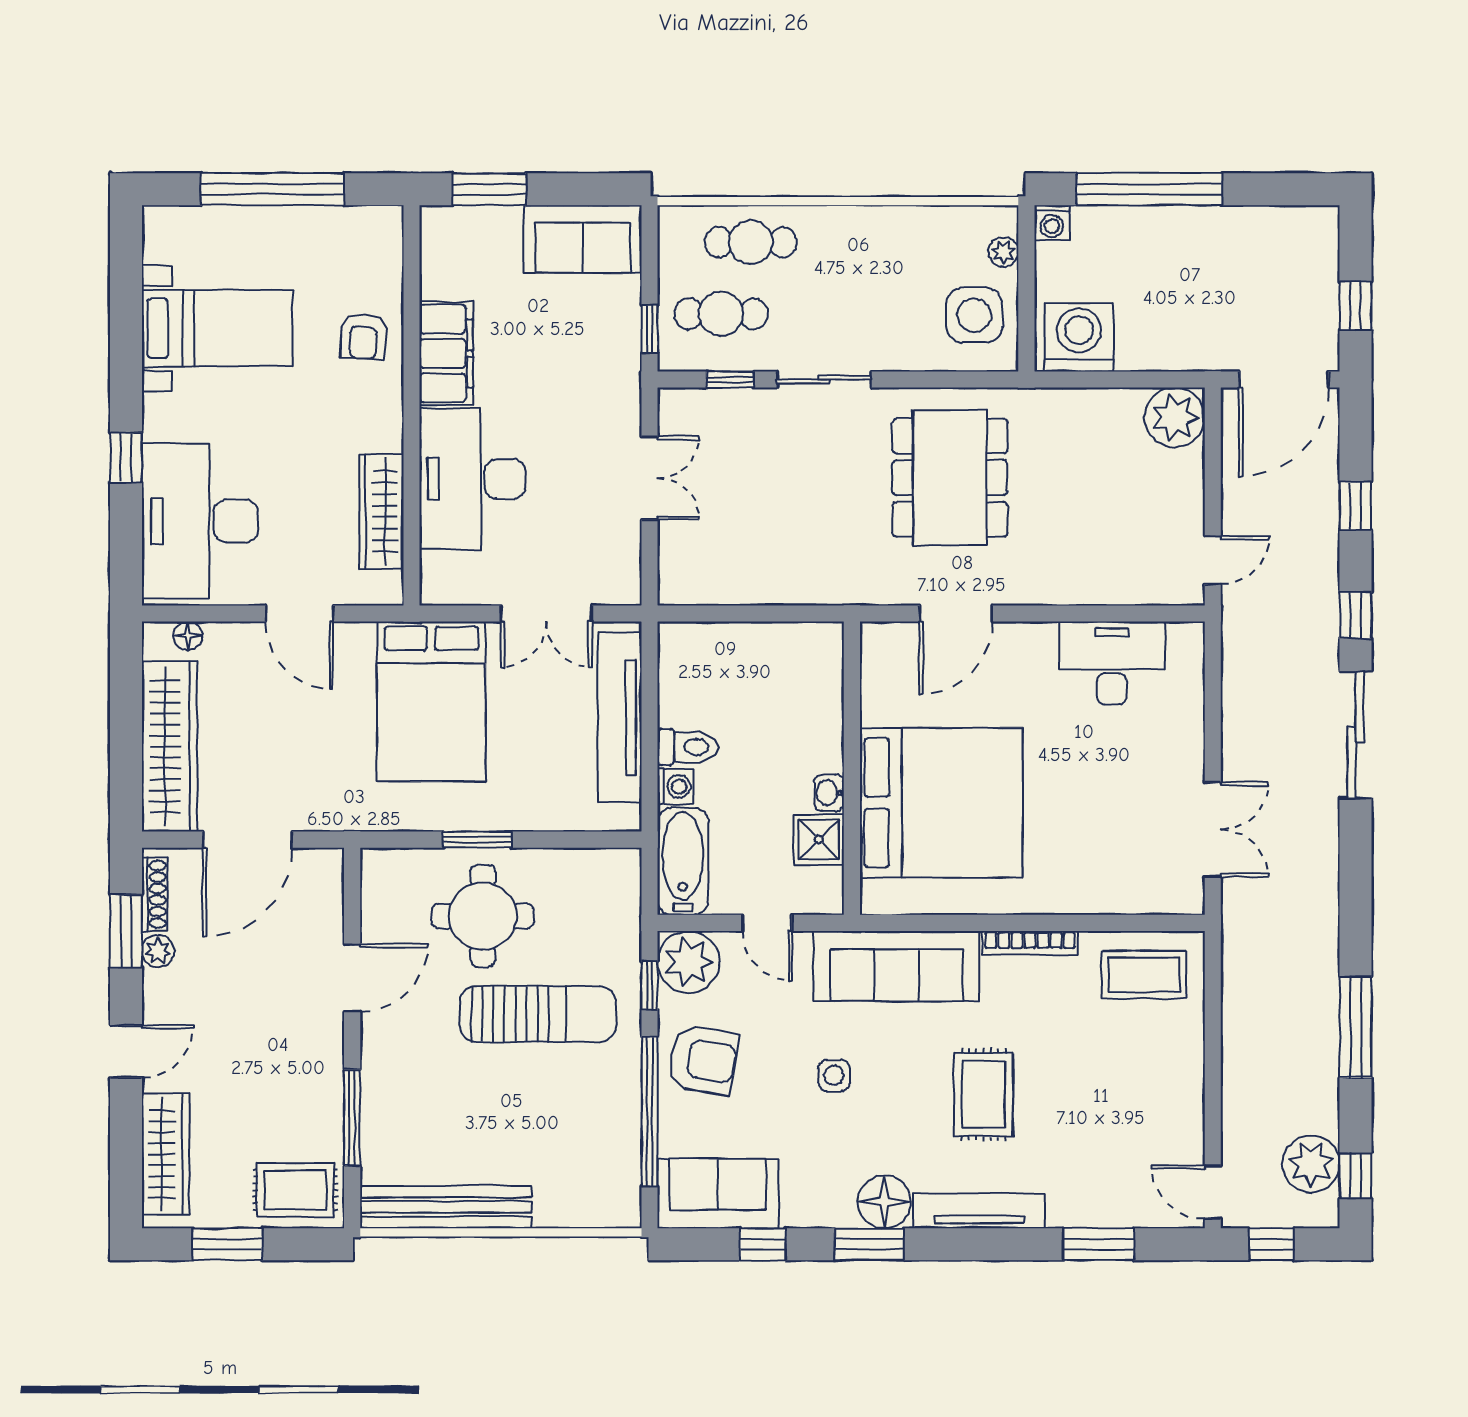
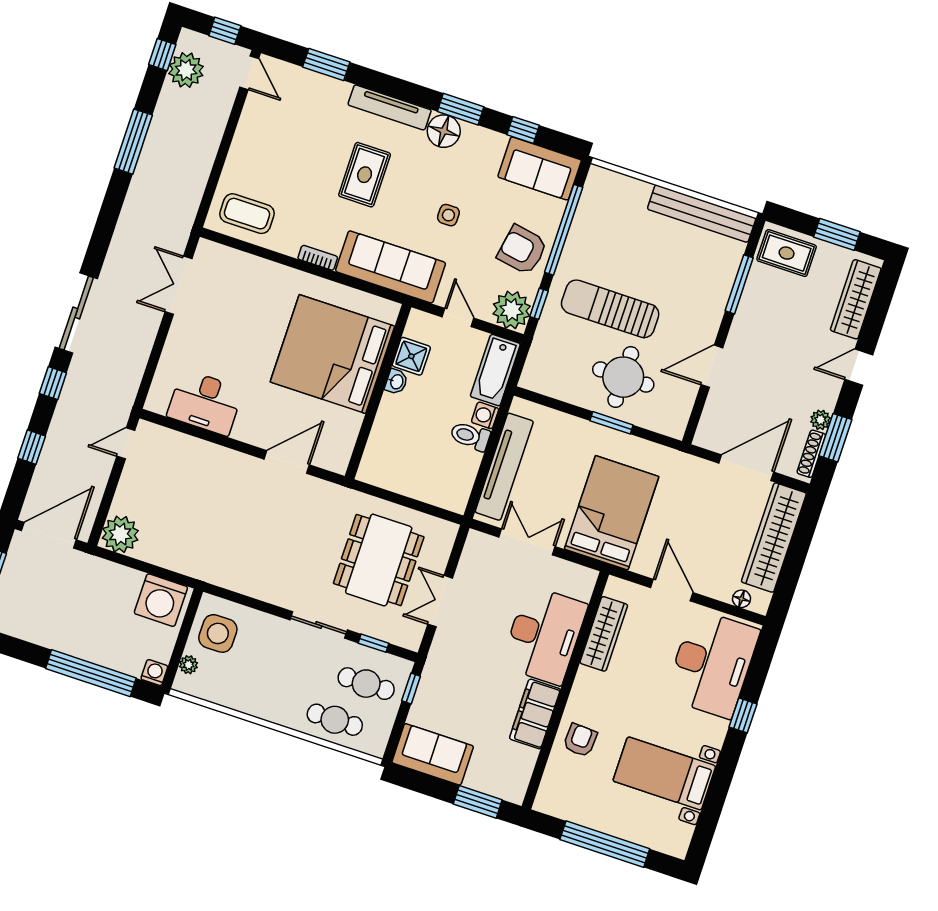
dining table: (950, 478) -> (379, 560), moved
bookcase: (1030, 943) -> (318, 258), width x0.64

